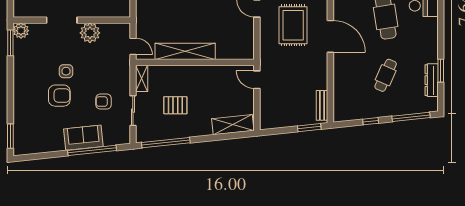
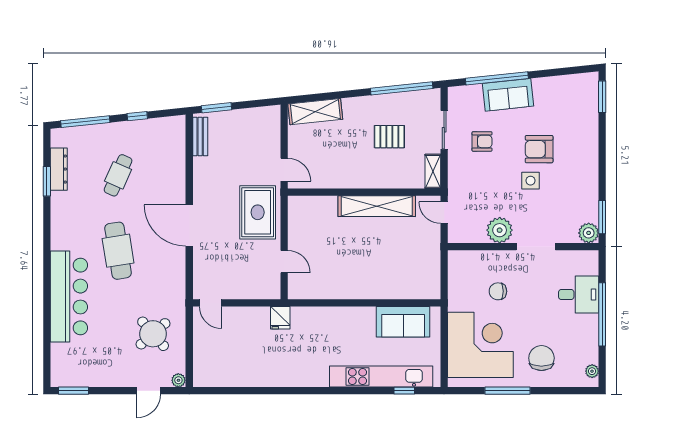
rug: (293, 25) -> (258, 212), moved

